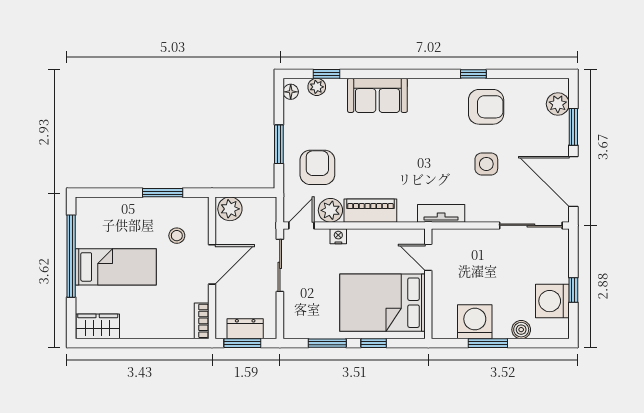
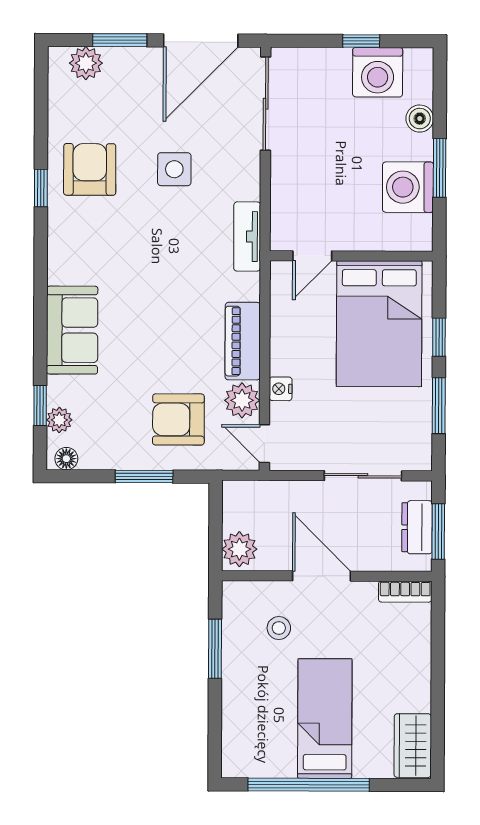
sliding door: (280, 265) -> (363, 476), moved

